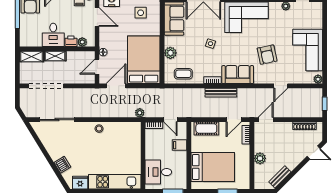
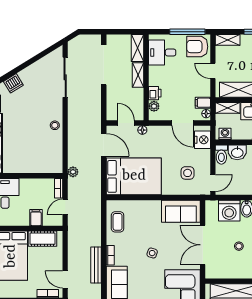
door: (97, 17) -> (183, 123), hinge flipped
desk: (53, 35) -> (162, 52), moved
plant: (170, 53) -> (142, 207), removed
cot: (206, 128) -> (43, 239), moved, turned 90

